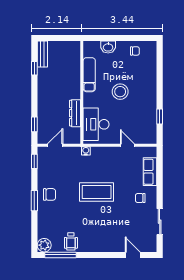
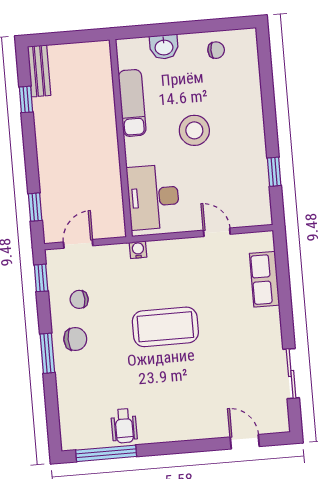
dresser: (75, 113) -> (111, 179), removed
chair: (140, 198) -> (79, 299), moved
plant: (44, 245) -> (73, 437), removed

